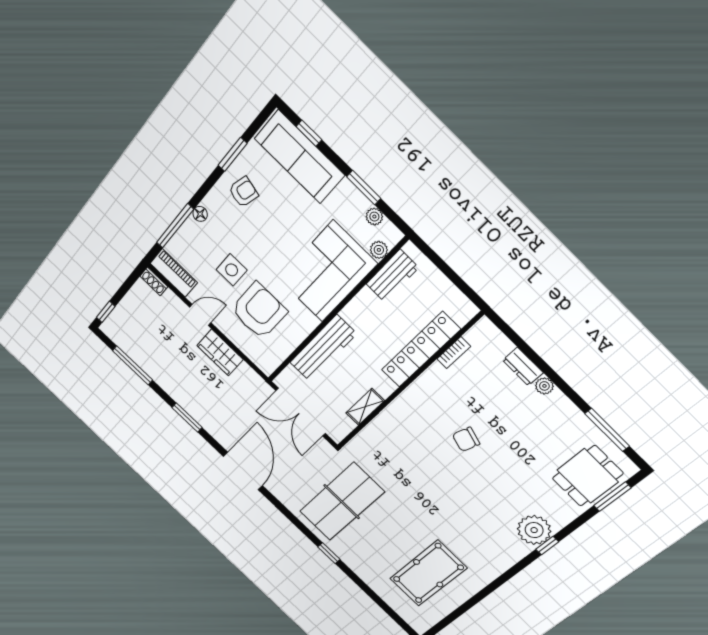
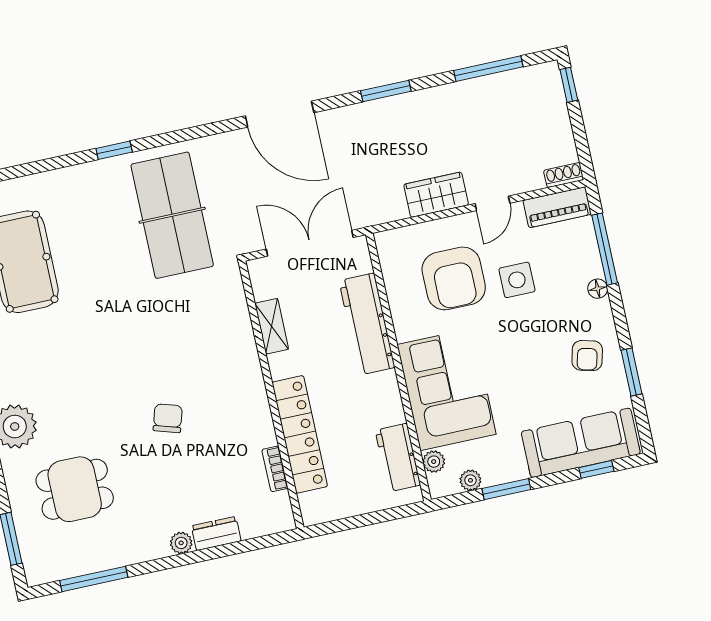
dining table: (588, 476) -> (75, 489), moved, turned 90

